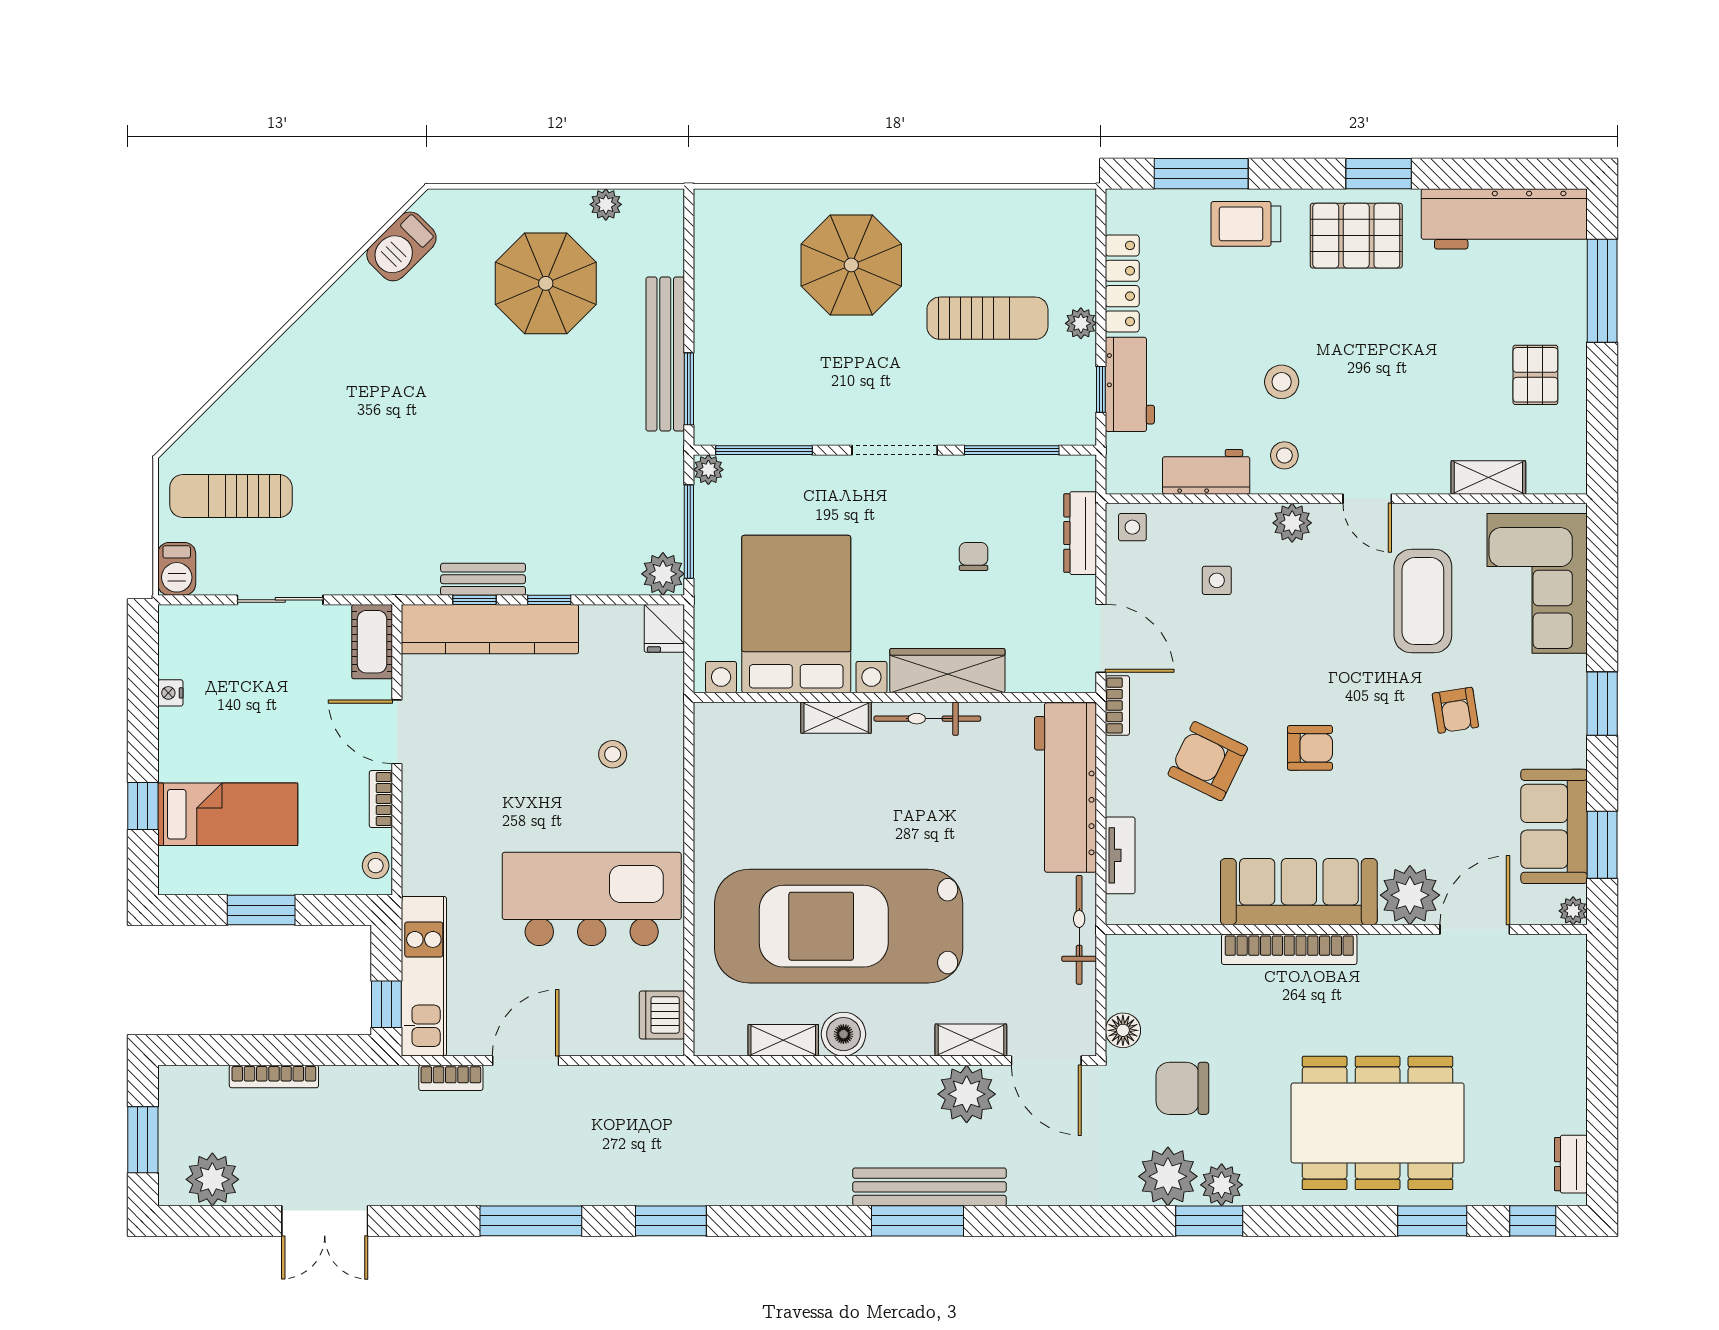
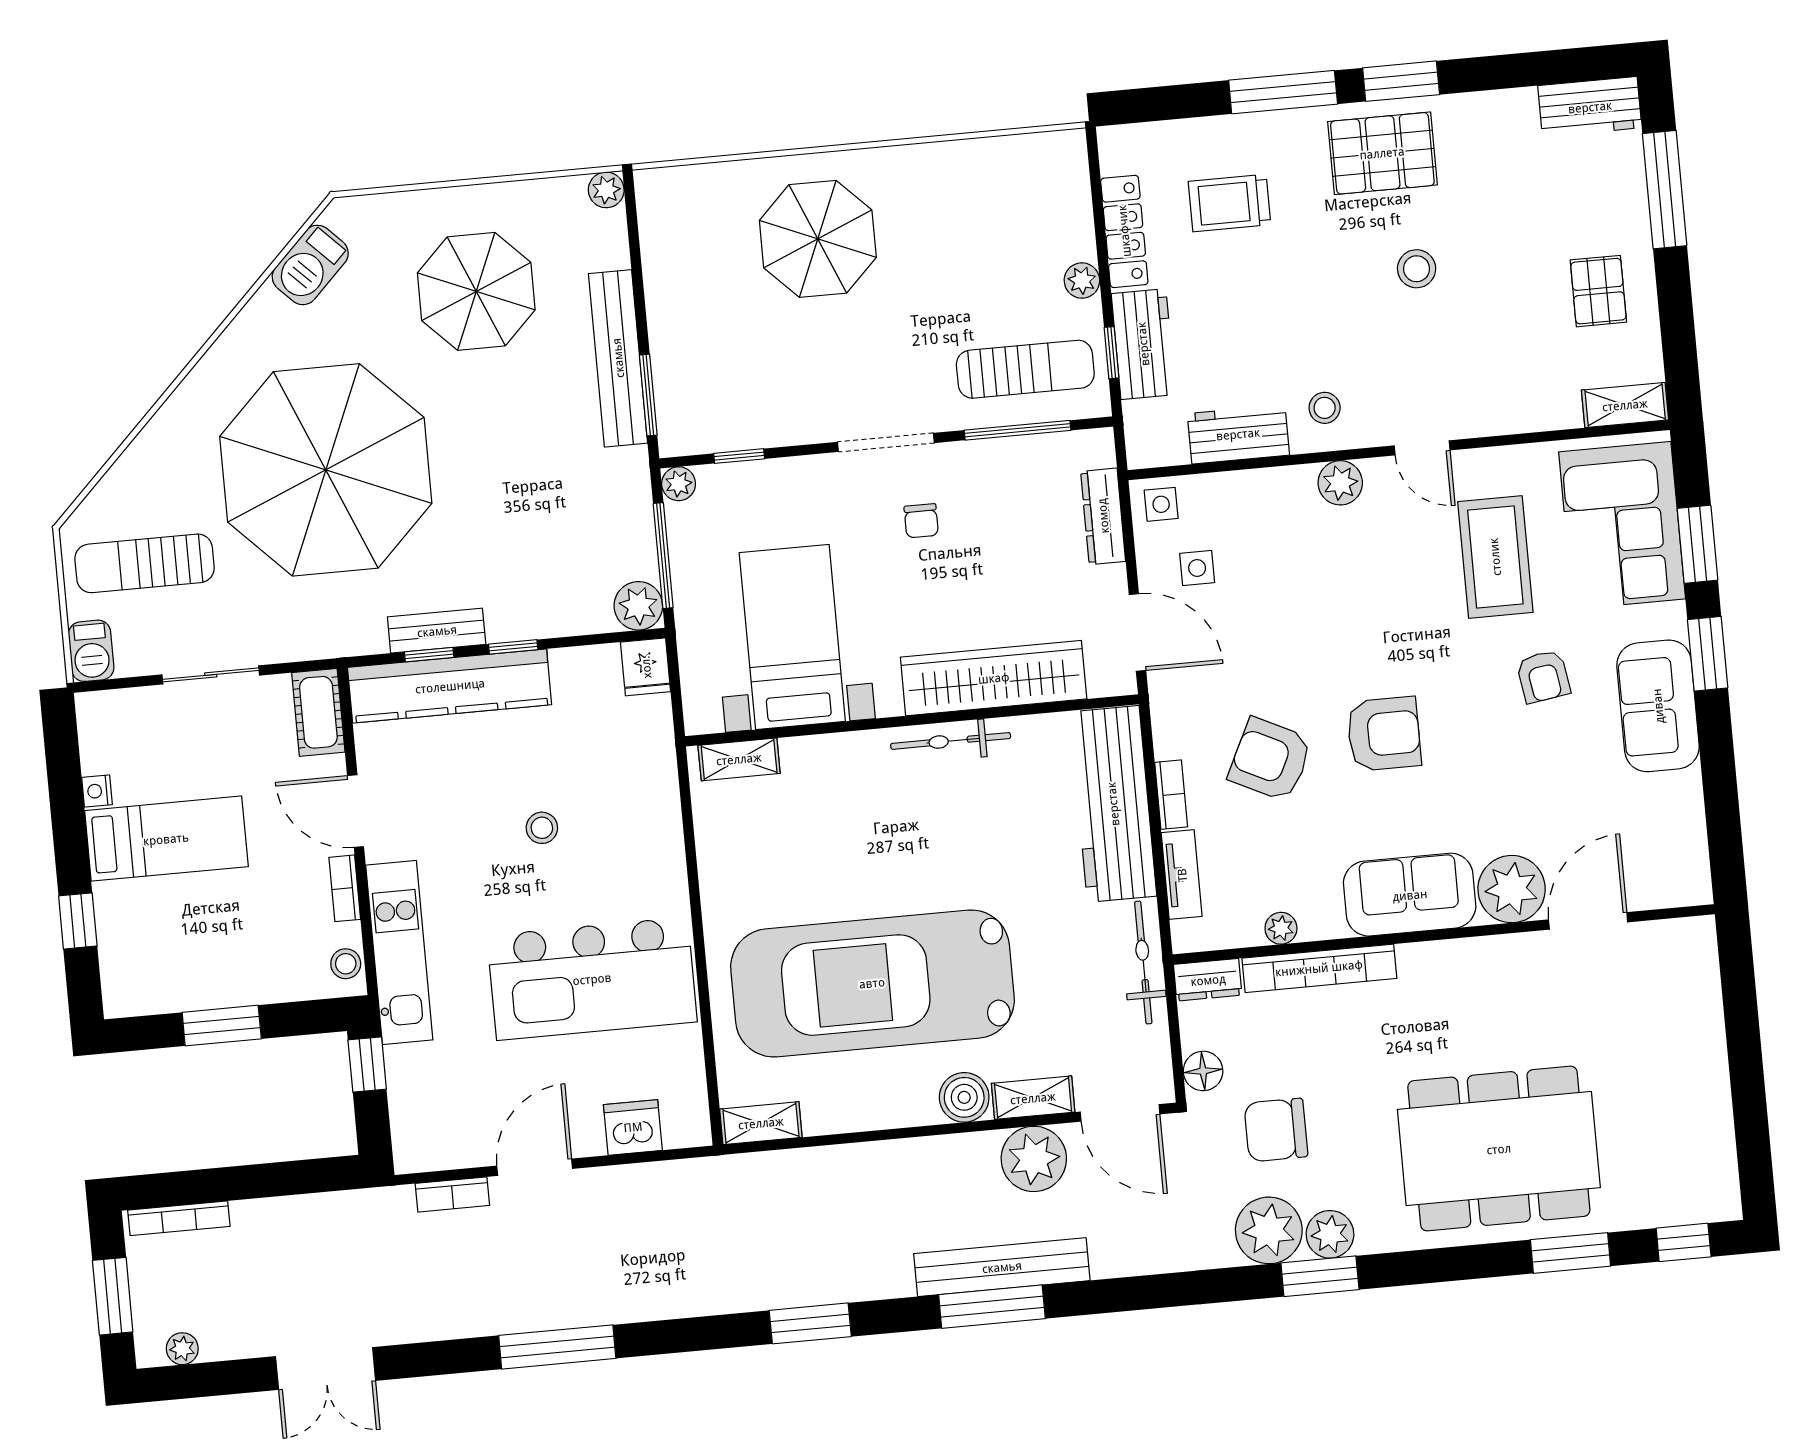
window: (1201, 174) -> (1283, 92), moved
plant: (606, 204) -> (606, 190), moved
workbench: (1504, 219) -> (1590, 107), width x0.53, depth x0.76
trolley: (1246, 224) -> (1229, 203), moved
sun lounger: (987, 318) -> (1025, 369), moved
stool: (1282, 382) -> (1417, 269), moved
parasol: (398, 428) -> (326, 470), added
window: (764, 450) -> (739, 456), width x0.46
shelving: (1488, 477) -> (1625, 405), moved
chair: (974, 557) -> (921, 521), moved, turned 180
side table: (1217, 580) -> (1197, 568), moved
bed with nightstands: (796, 614) -> (792, 637), width x0.73
wardrobe: (947, 671) -> (994, 678), width x1.40, depth x1.17
bookcase: (1117, 706) -> (1171, 795), moved
shelving: (836, 718) -> (739, 759), moved
armchair: (1310, 748) -> (1384, 734), width x1.38, depth x1.38
stool: (613, 754) -> (542, 828), moved
bed: (228, 814) -> (166, 839), moved
sofa: (1554, 826) -> (1658, 706), moved
window: (1602, 845) -> (1697, 544), moved
sofa: (1299, 892) -> (1410, 895), width x0.73
kitchen island: (592, 899) -> (592, 979), turned 180
plant: (1573, 911) -> (1281, 928), moved
bookcase: (1289, 949) -> (1319, 968), moved
kitchen unit: (424, 976) -> (399, 952), moved
window: (386, 1004) -> (367, 1064), moved
dishwasher: (662, 1015) -> (633, 1127), moved, turned 90
boiler: (843, 1034) -> (964, 1097), moved
shelving: (783, 1040) -> (761, 1123), moved
bookcase: (274, 1076) -> (179, 1218), moved
dresser: (1571, 1164) -> (1208, 980), moved, turned -90
plant: (212, 1179) -> (182, 1349), width x0.53, depth x0.53
window: (671, 1221) -> (810, 1323), moved

